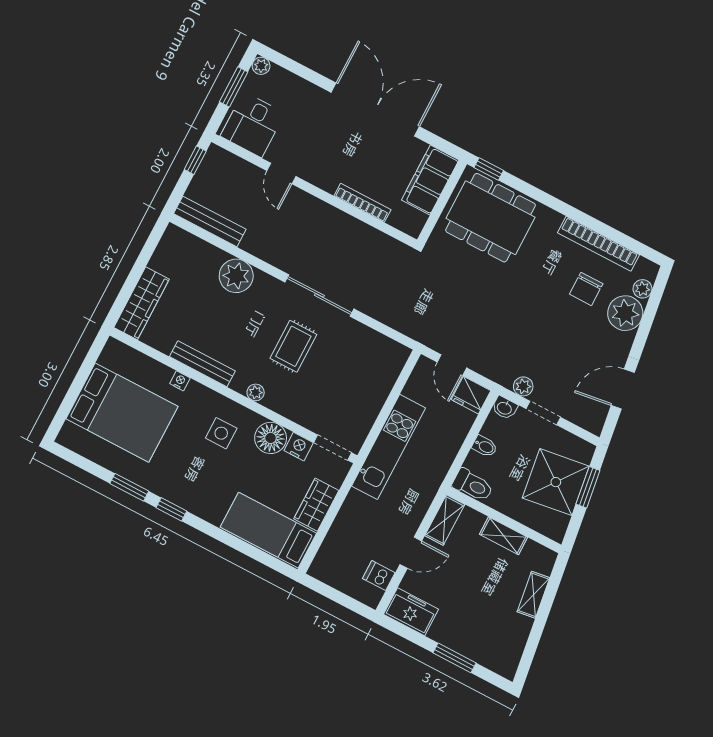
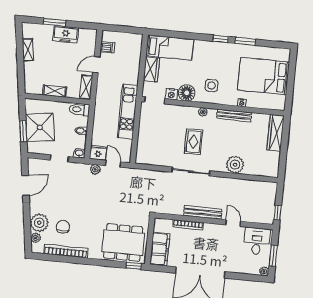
bench: (210, 221) -> (203, 212), moved
plant: (523, 386) -> (95, 169), moved
shelving: (533, 595) -> (28, 50), moved
freezer: (411, 612) -> (66, 34), moved

